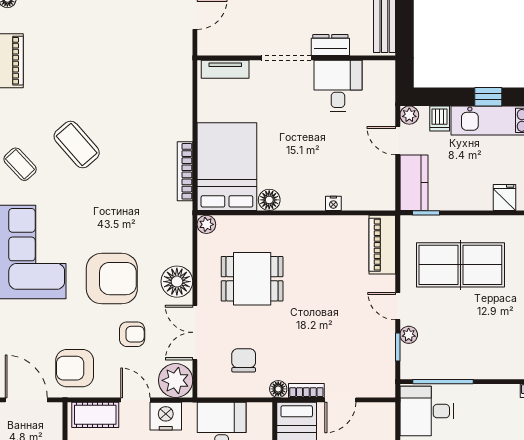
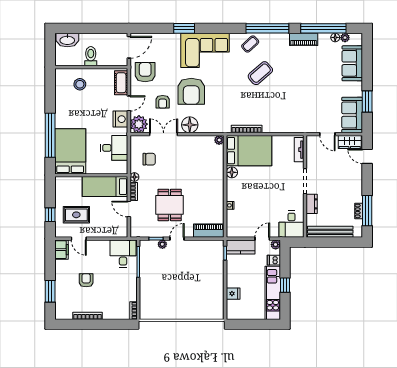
desk: (338, 86) -> (291, 224), moved, turned 90
table tennis table: (460, 265) -> (198, 271), removed
dining table: (252, 279) -> (170, 205), moved

